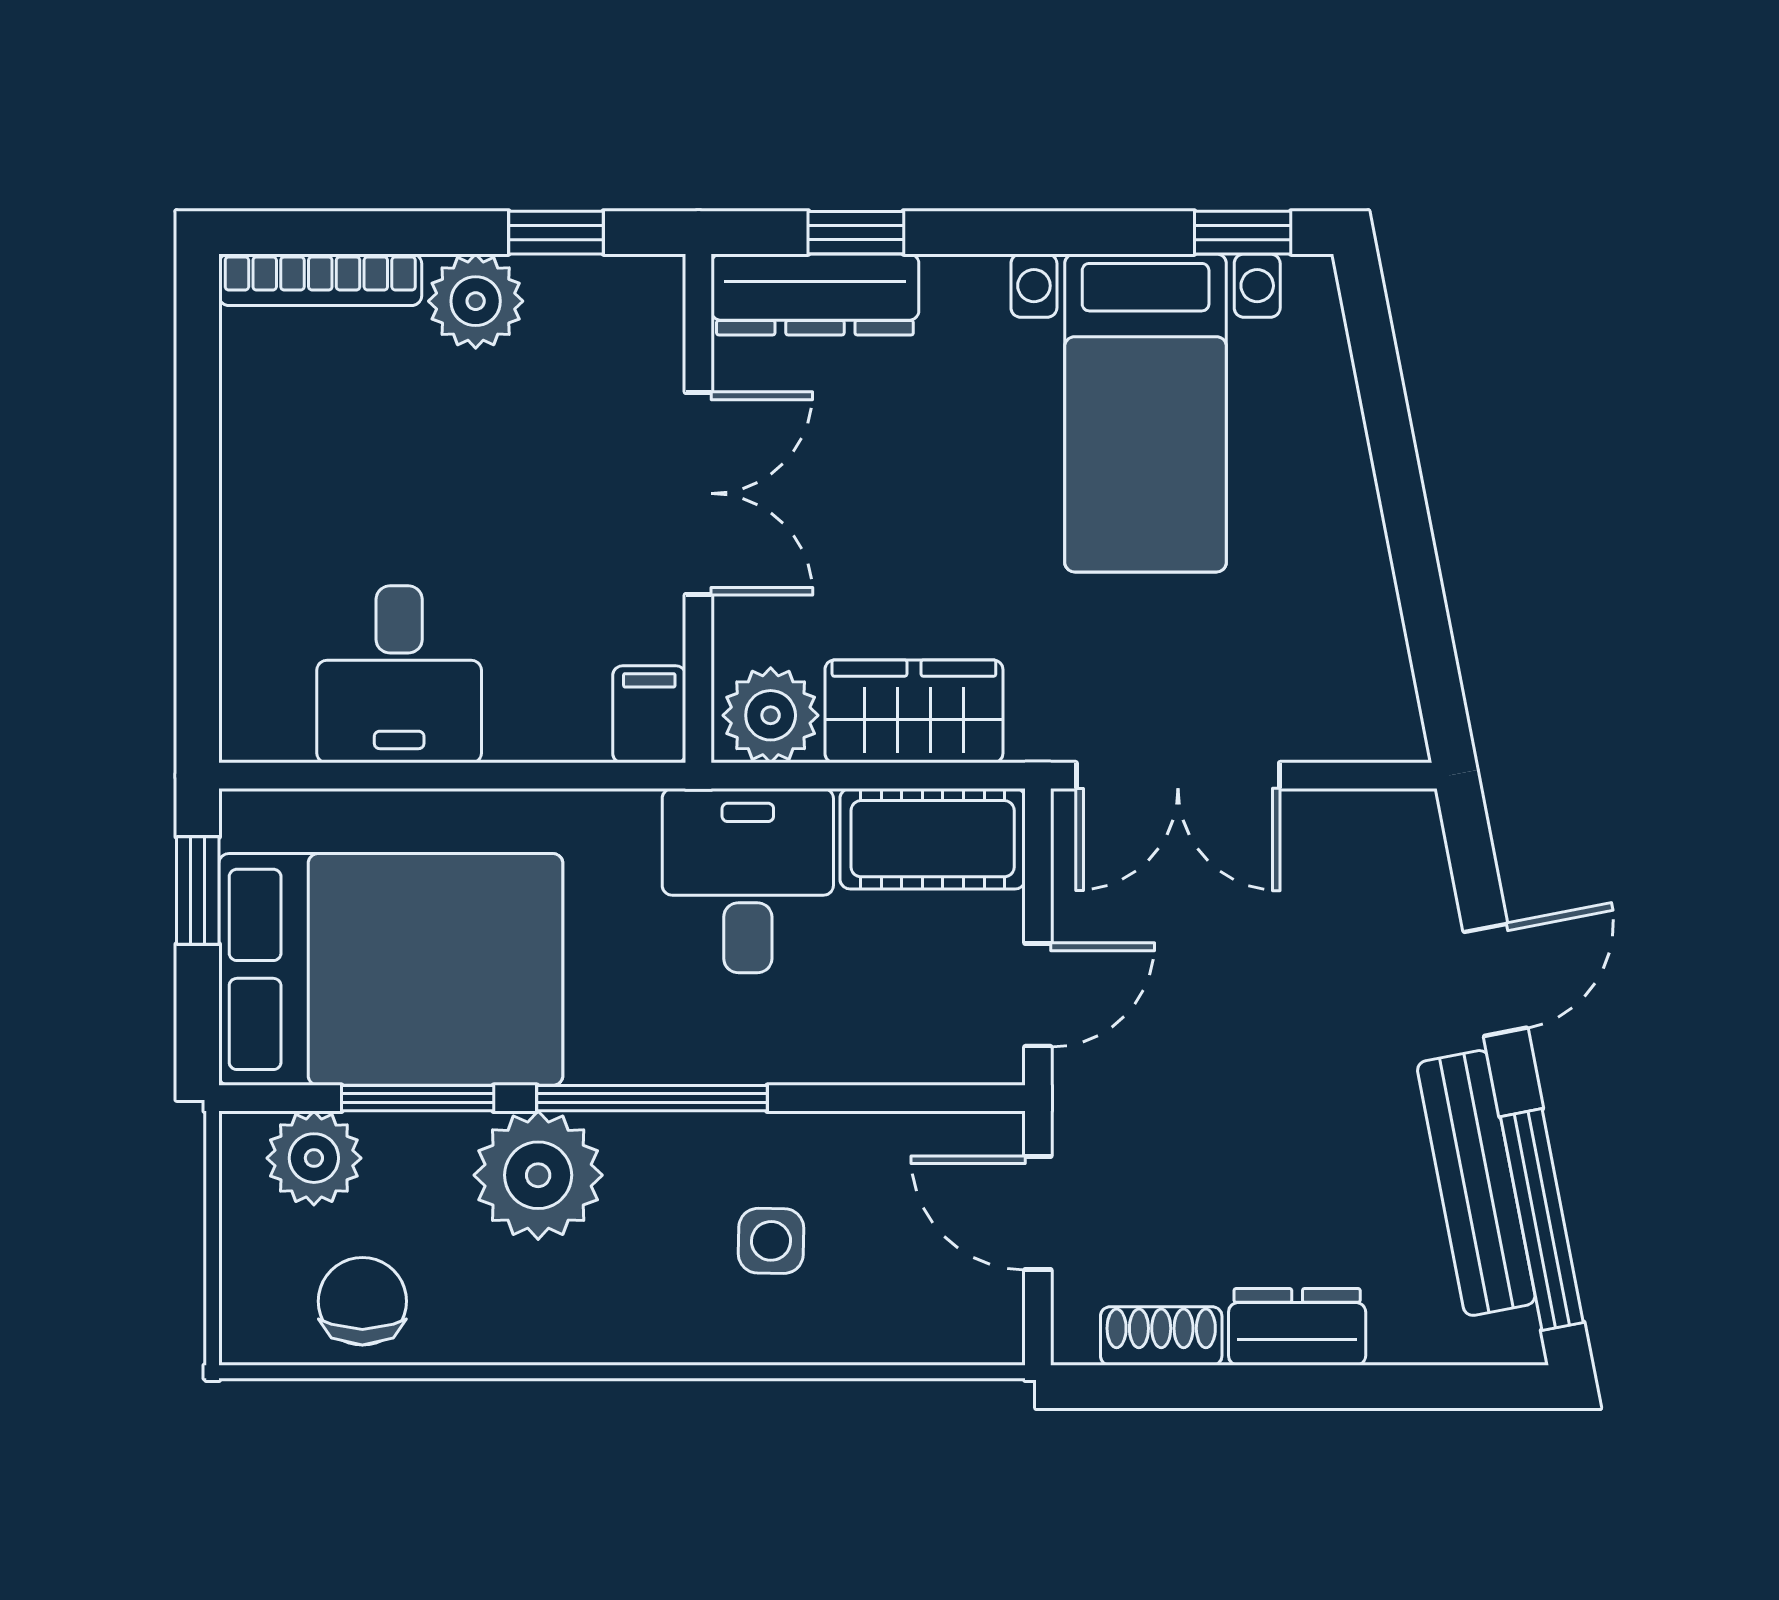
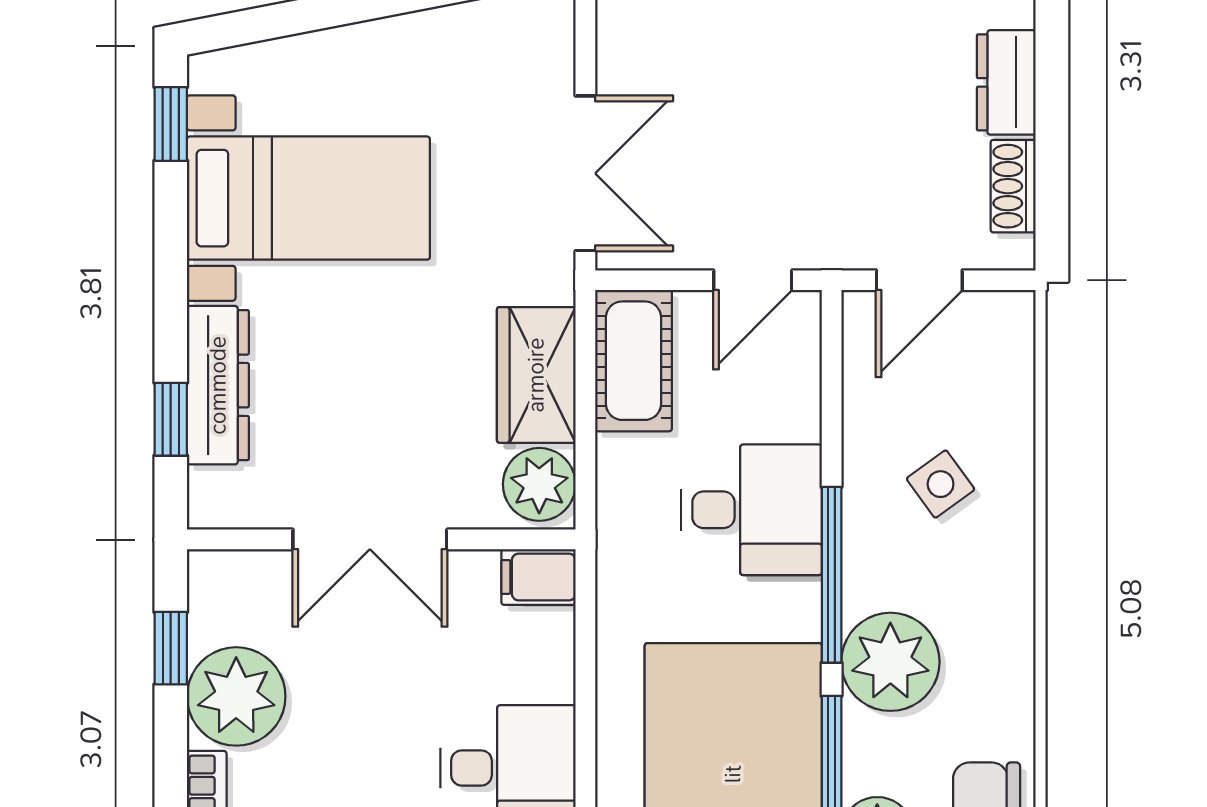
dresser: (815, 294) -> (218, 385), moved
plant: (476, 301) -> (236, 696), width x1.36, depth x1.36
double door: (698, 493) -> (370, 539), swing flipped
desk: (748, 881) -> (751, 510), moved, turned 180
door: (1038, 995) -> (753, 280), swing flipped
side table: (771, 1241) -> (941, 484), turned -37

